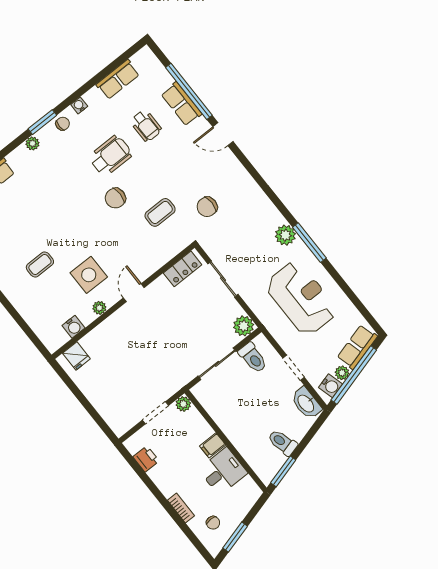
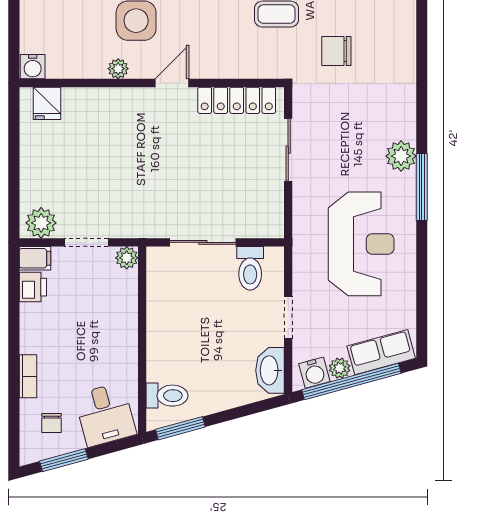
locker: (183, 269) -> (237, 100), width x1.53
plant: (244, 326) -> (41, 223), moved
water cooler: (73, 327) -> (33, 67), moved
toilet: (282, 442) -> (167, 396), moved, turned 105
filing cabinet: (213, 445) -> (35, 258), moved, turned 180
desk: (223, 471) -> (105, 415), moved, turned 75

